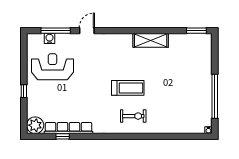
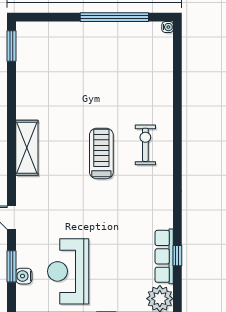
window: (56, 31) -> (11, 266), width x0.69
shelving: (151, 40) -> (27, 148), moved
row of seats: (69, 128) -> (164, 256), width x0.73

